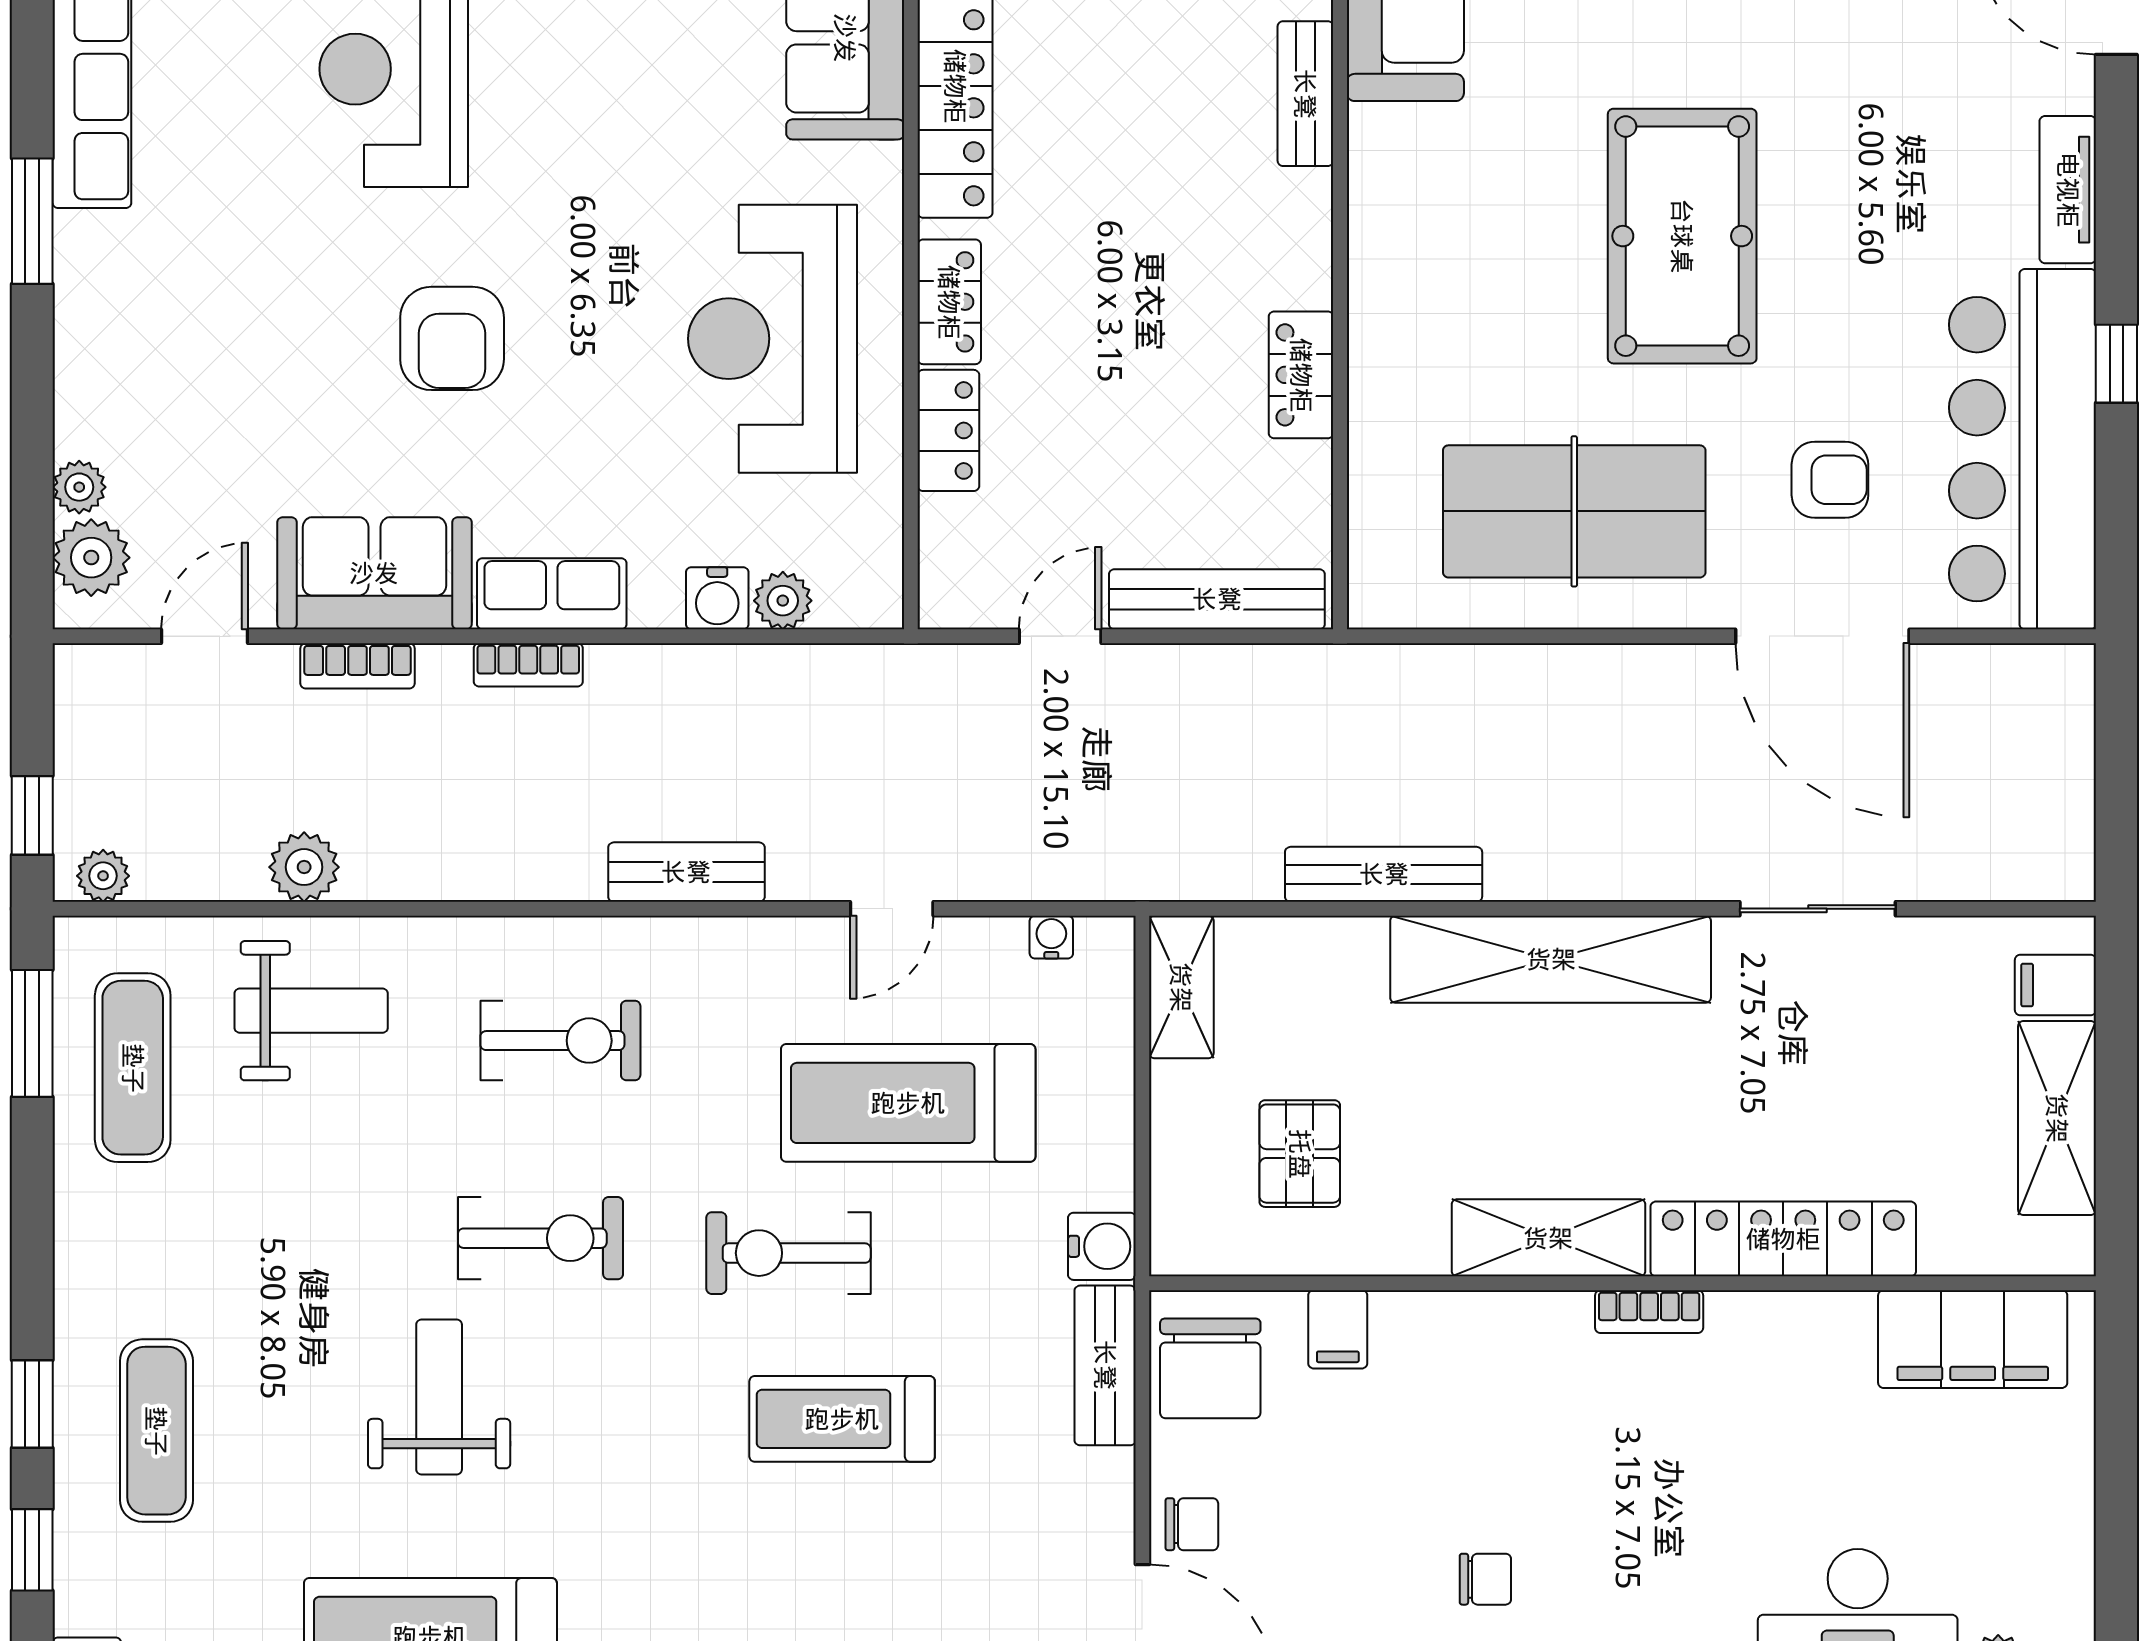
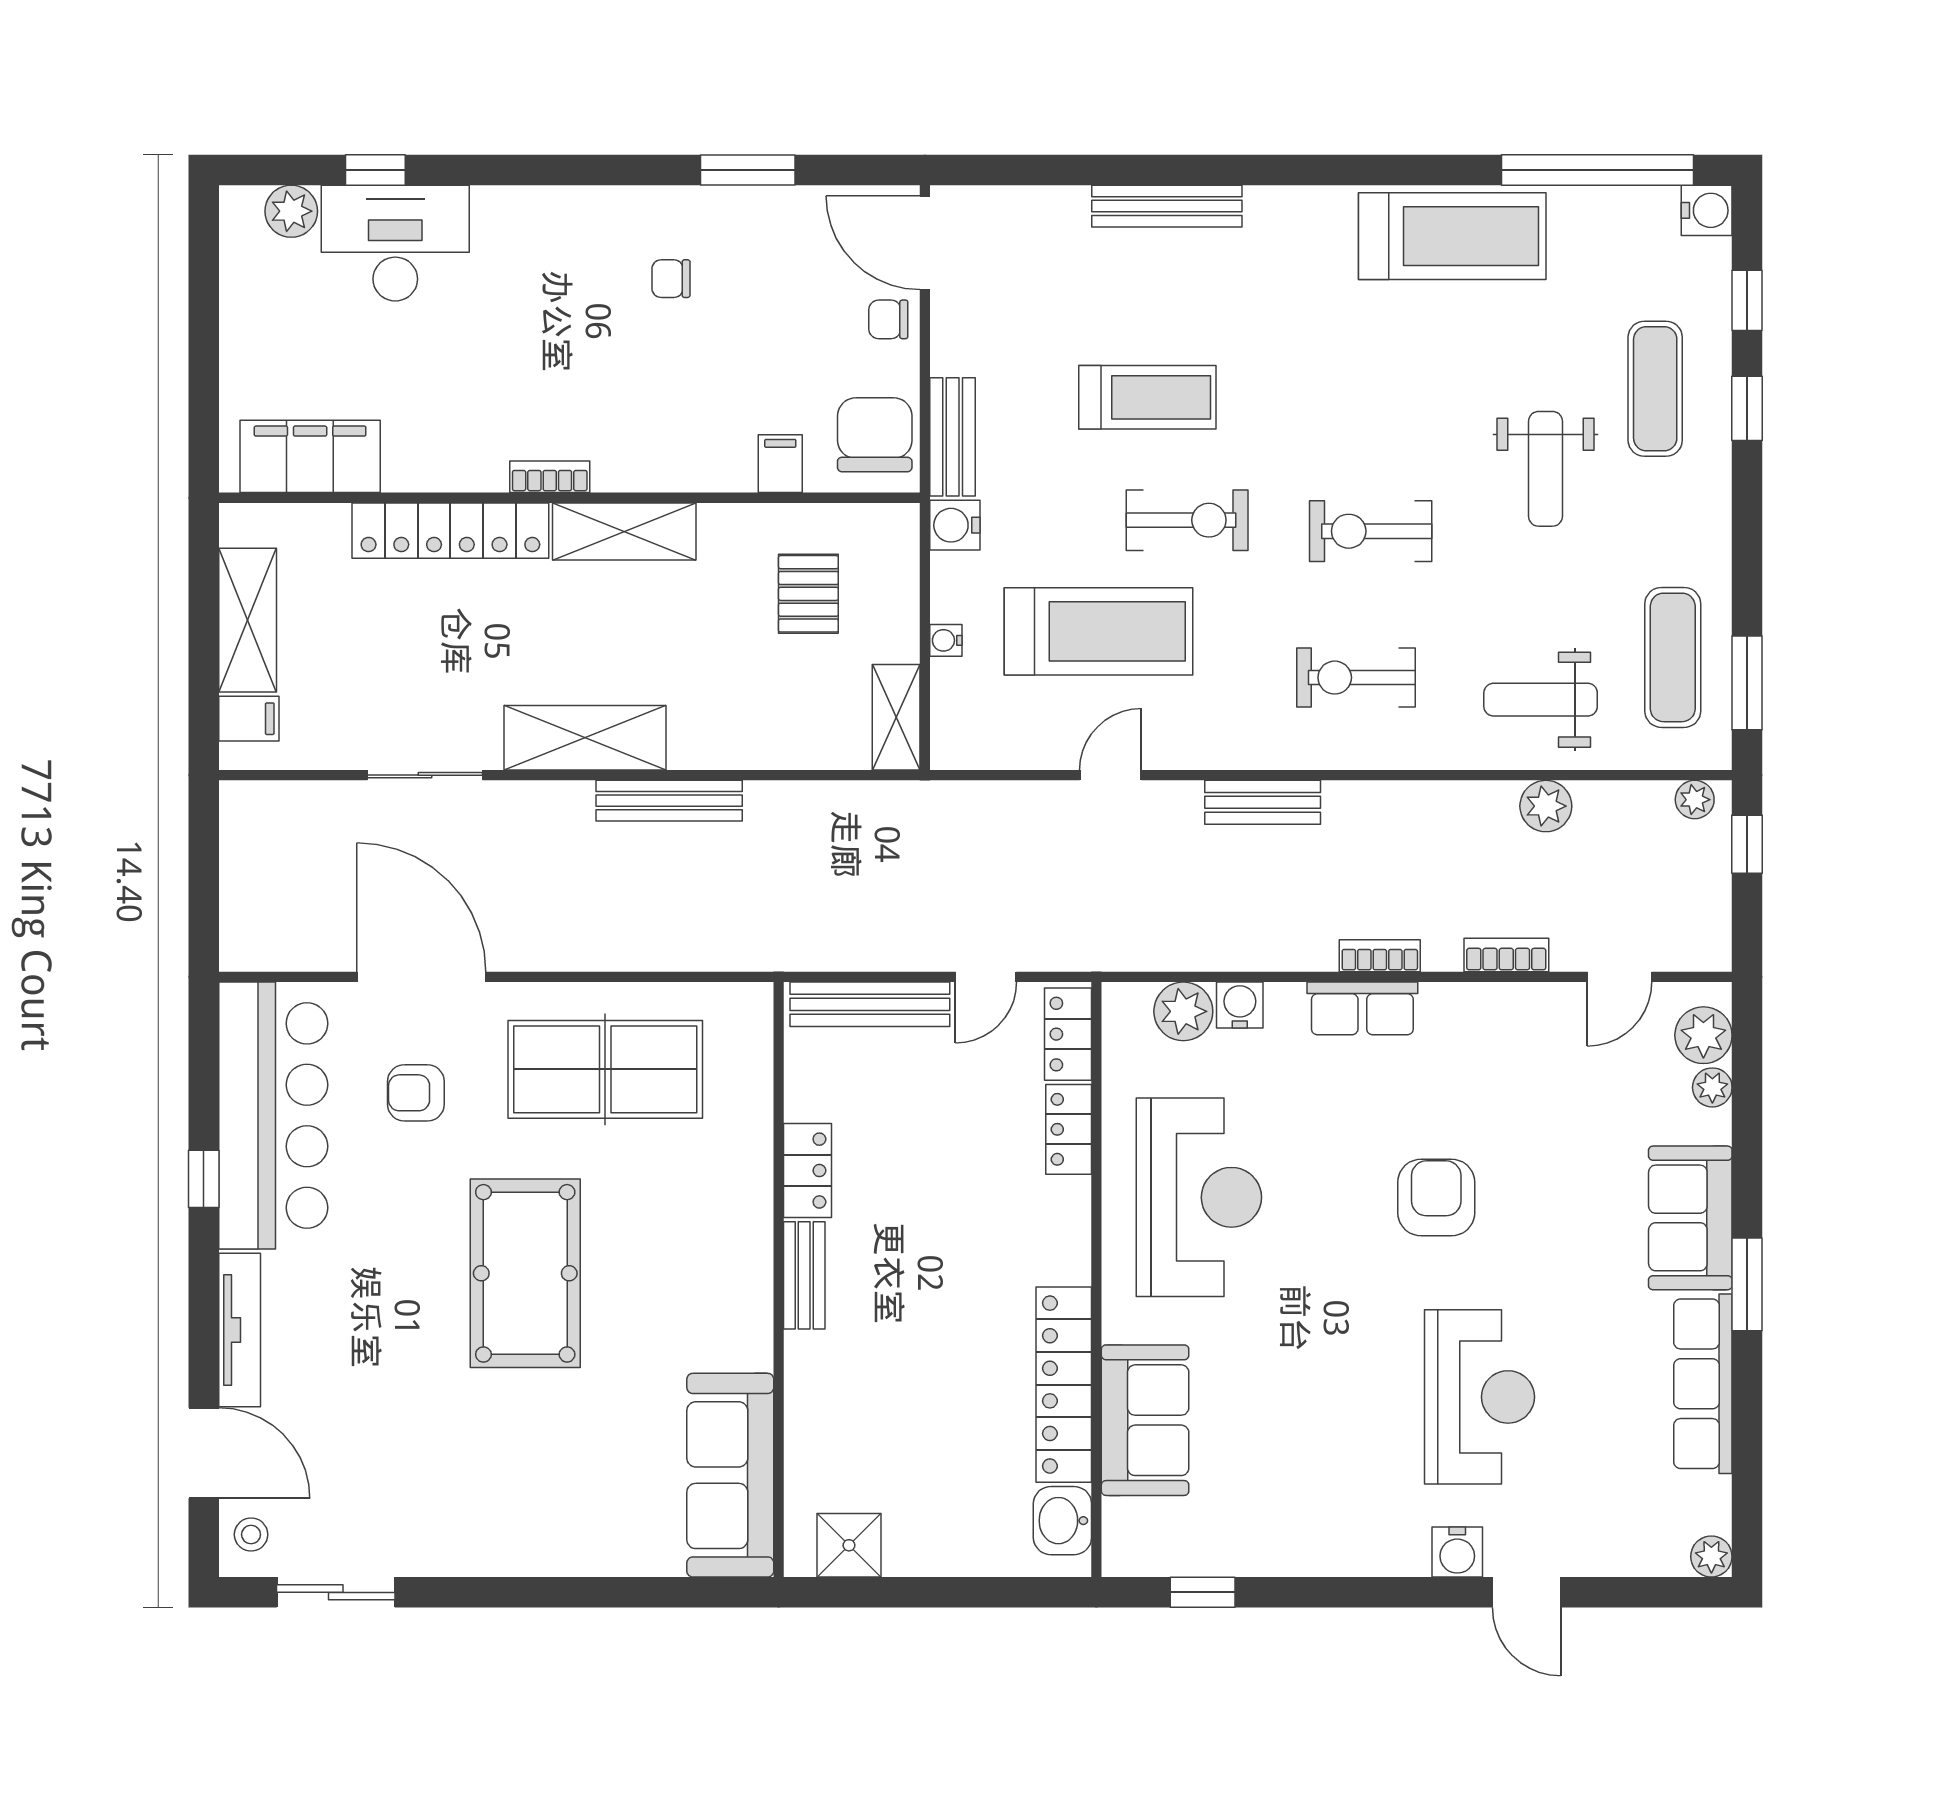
bench: (1305, 94) -> (804, 1275), moved
tv unit: (2068, 190) -> (240, 1330), width x1.41
locker: (949, 302) -> (1068, 1034), moved
sofa: (374, 573) -> (1690, 1218), moved, turned 90
plant: (783, 601) -> (1183, 1011), width x1.38, depth x1.38
bench: (1384, 874) -> (669, 801), moved
water cooler: (1051, 937) -> (946, 640), moved, turned 90
shelving: (1551, 959) -> (585, 738), width x0.68
weight bench: (439, 1397) -> (1545, 469), moved

